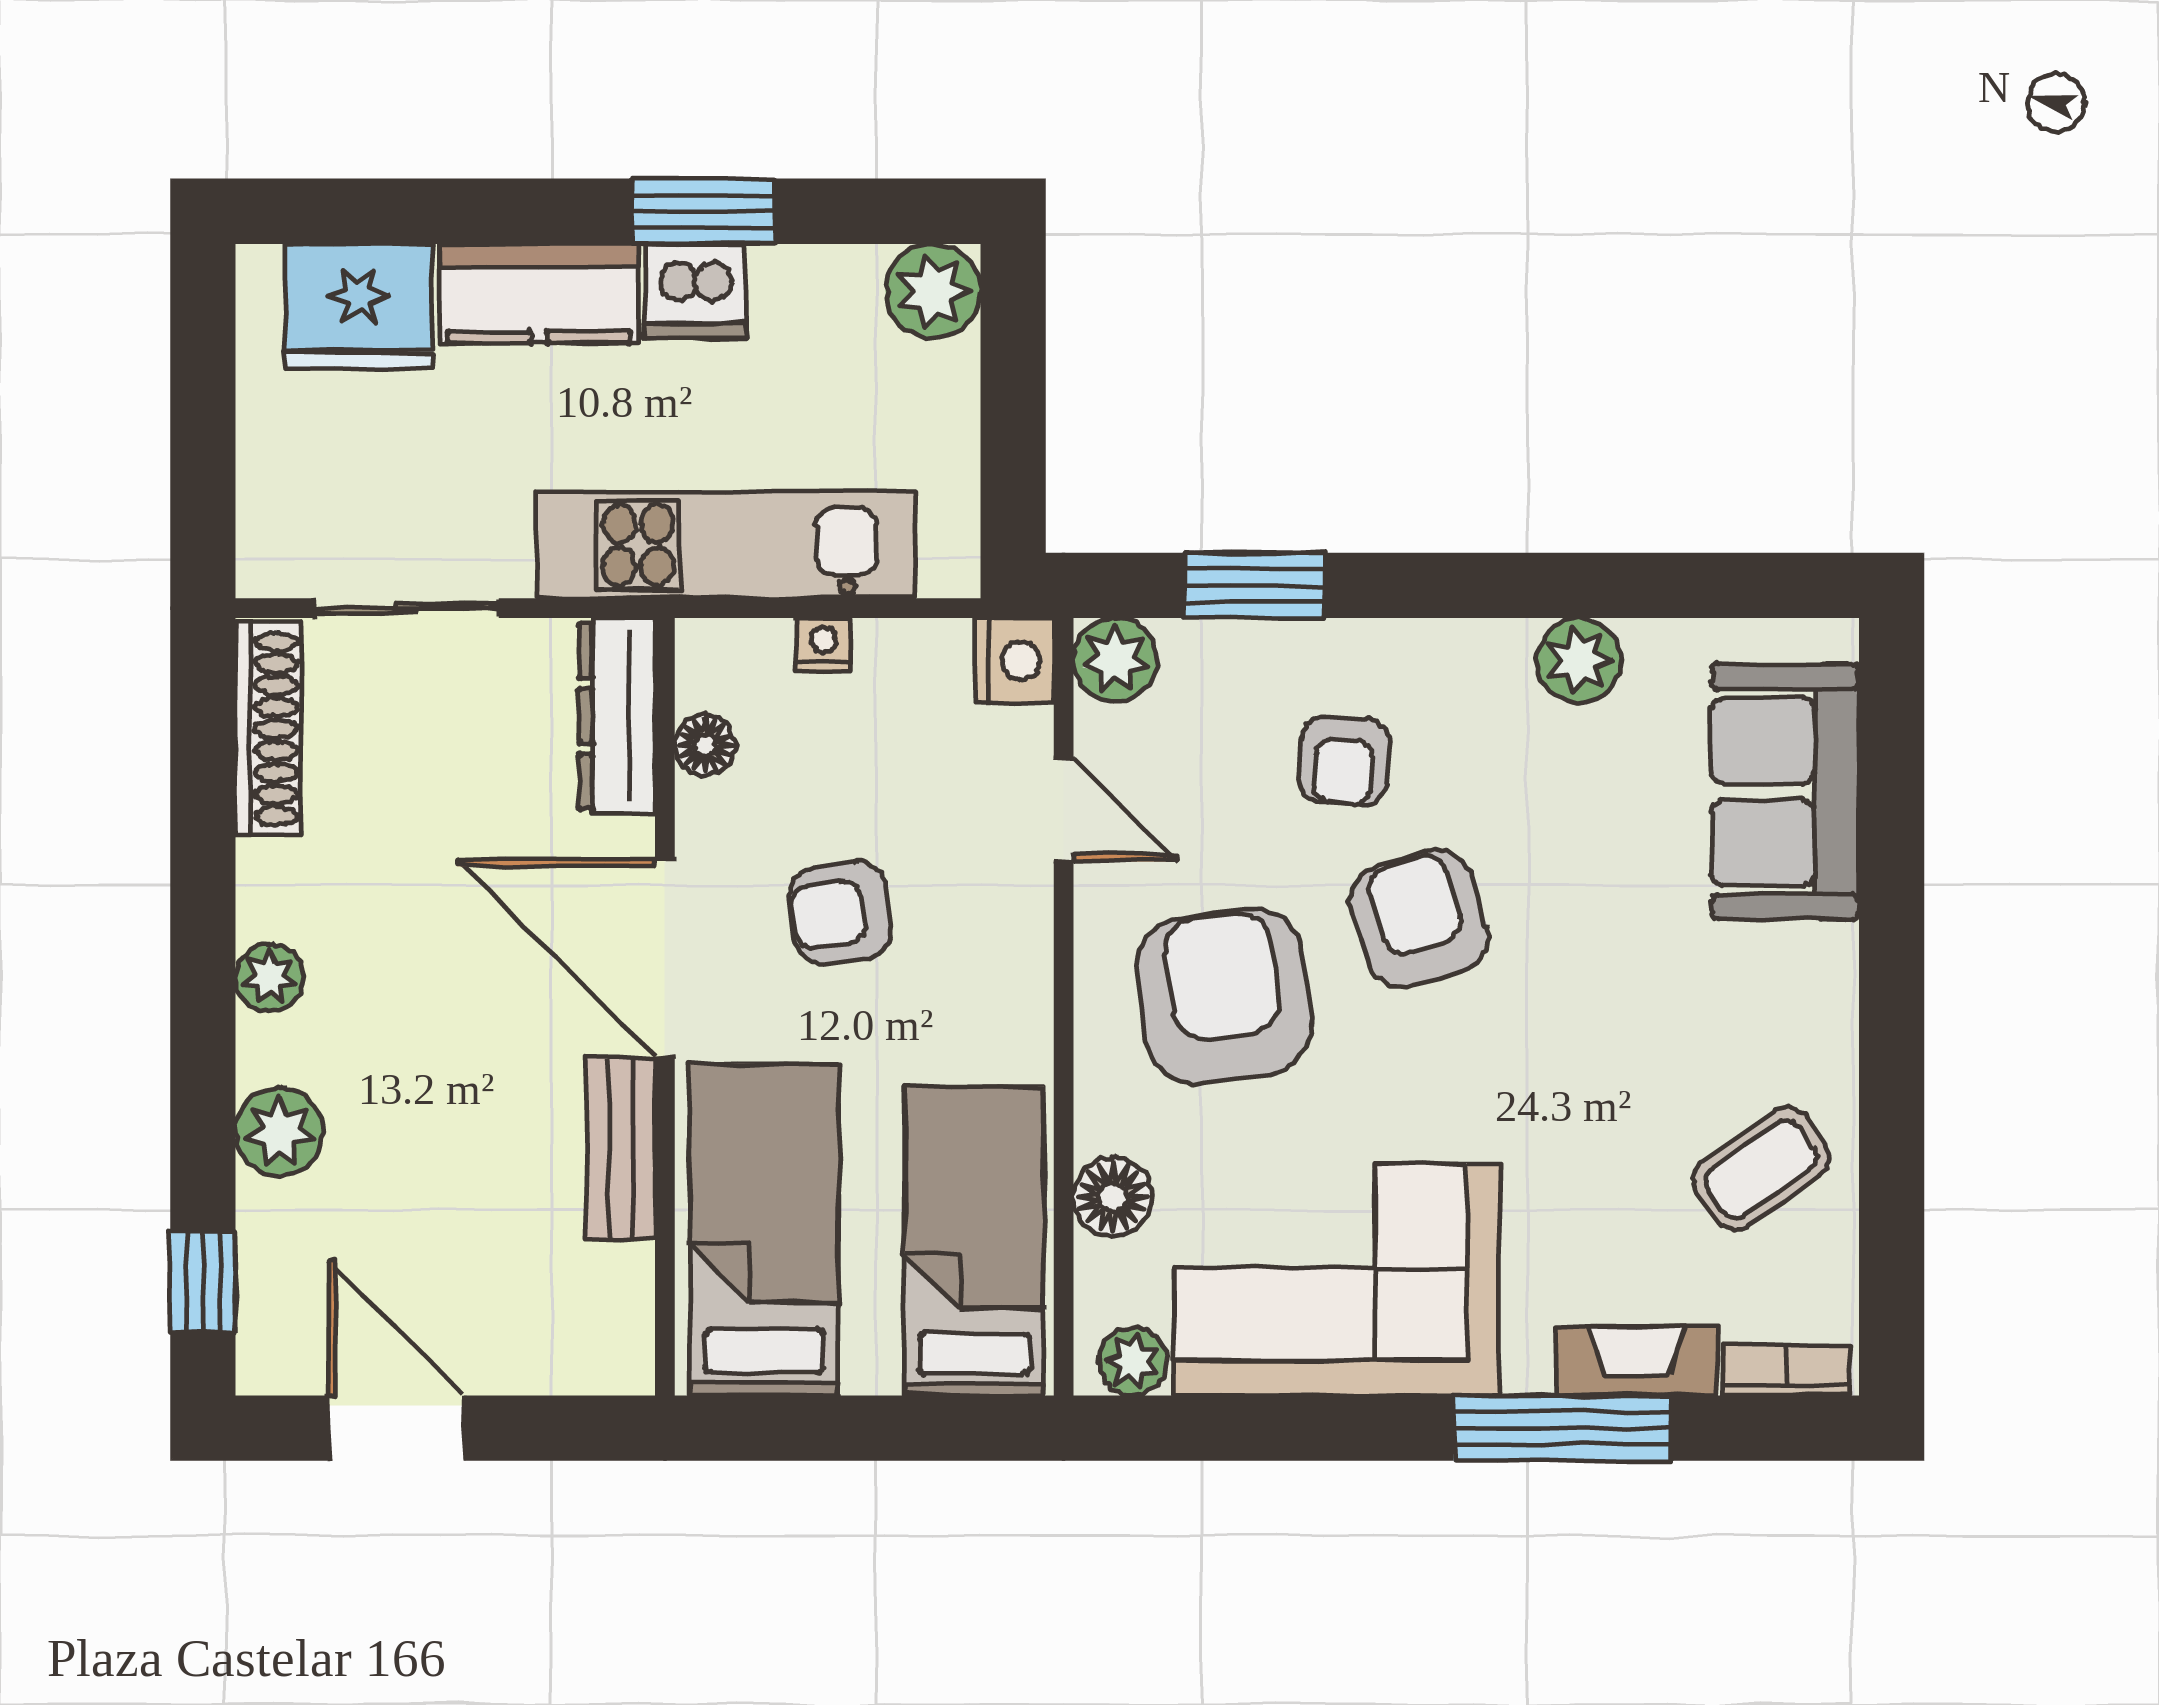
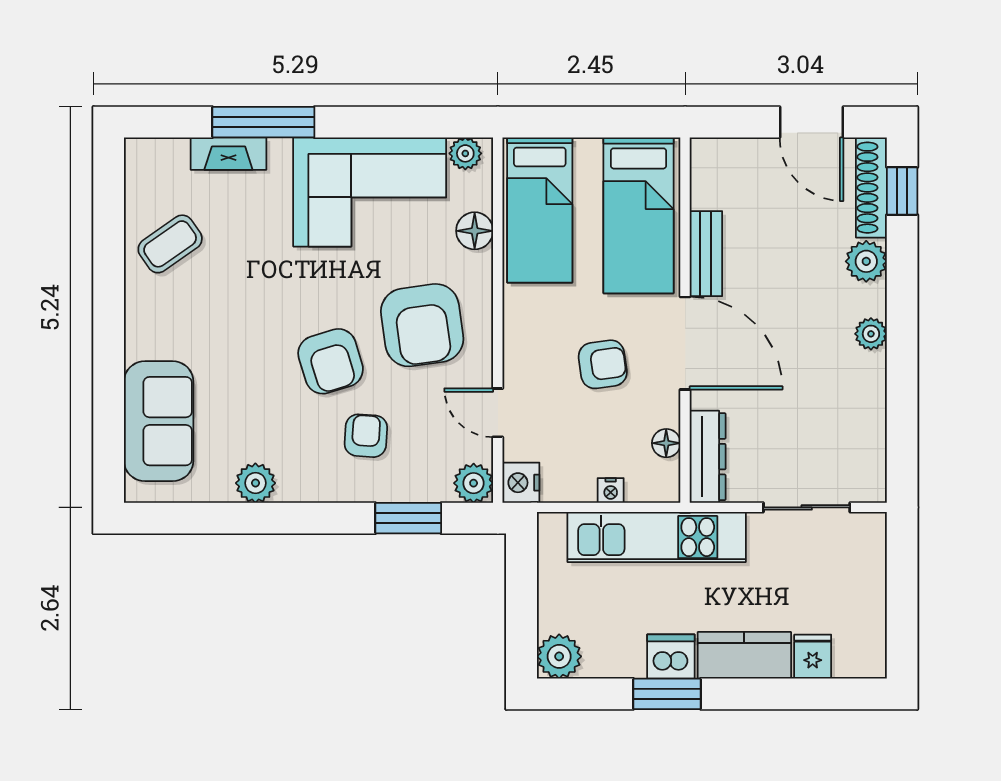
fridge: (359, 307) -> (813, 657), width x0.53, depth x0.75
shoe rack: (268, 729) -> (871, 188), moved
bookcase: (1787, 1370) -> (158, 149), removed

